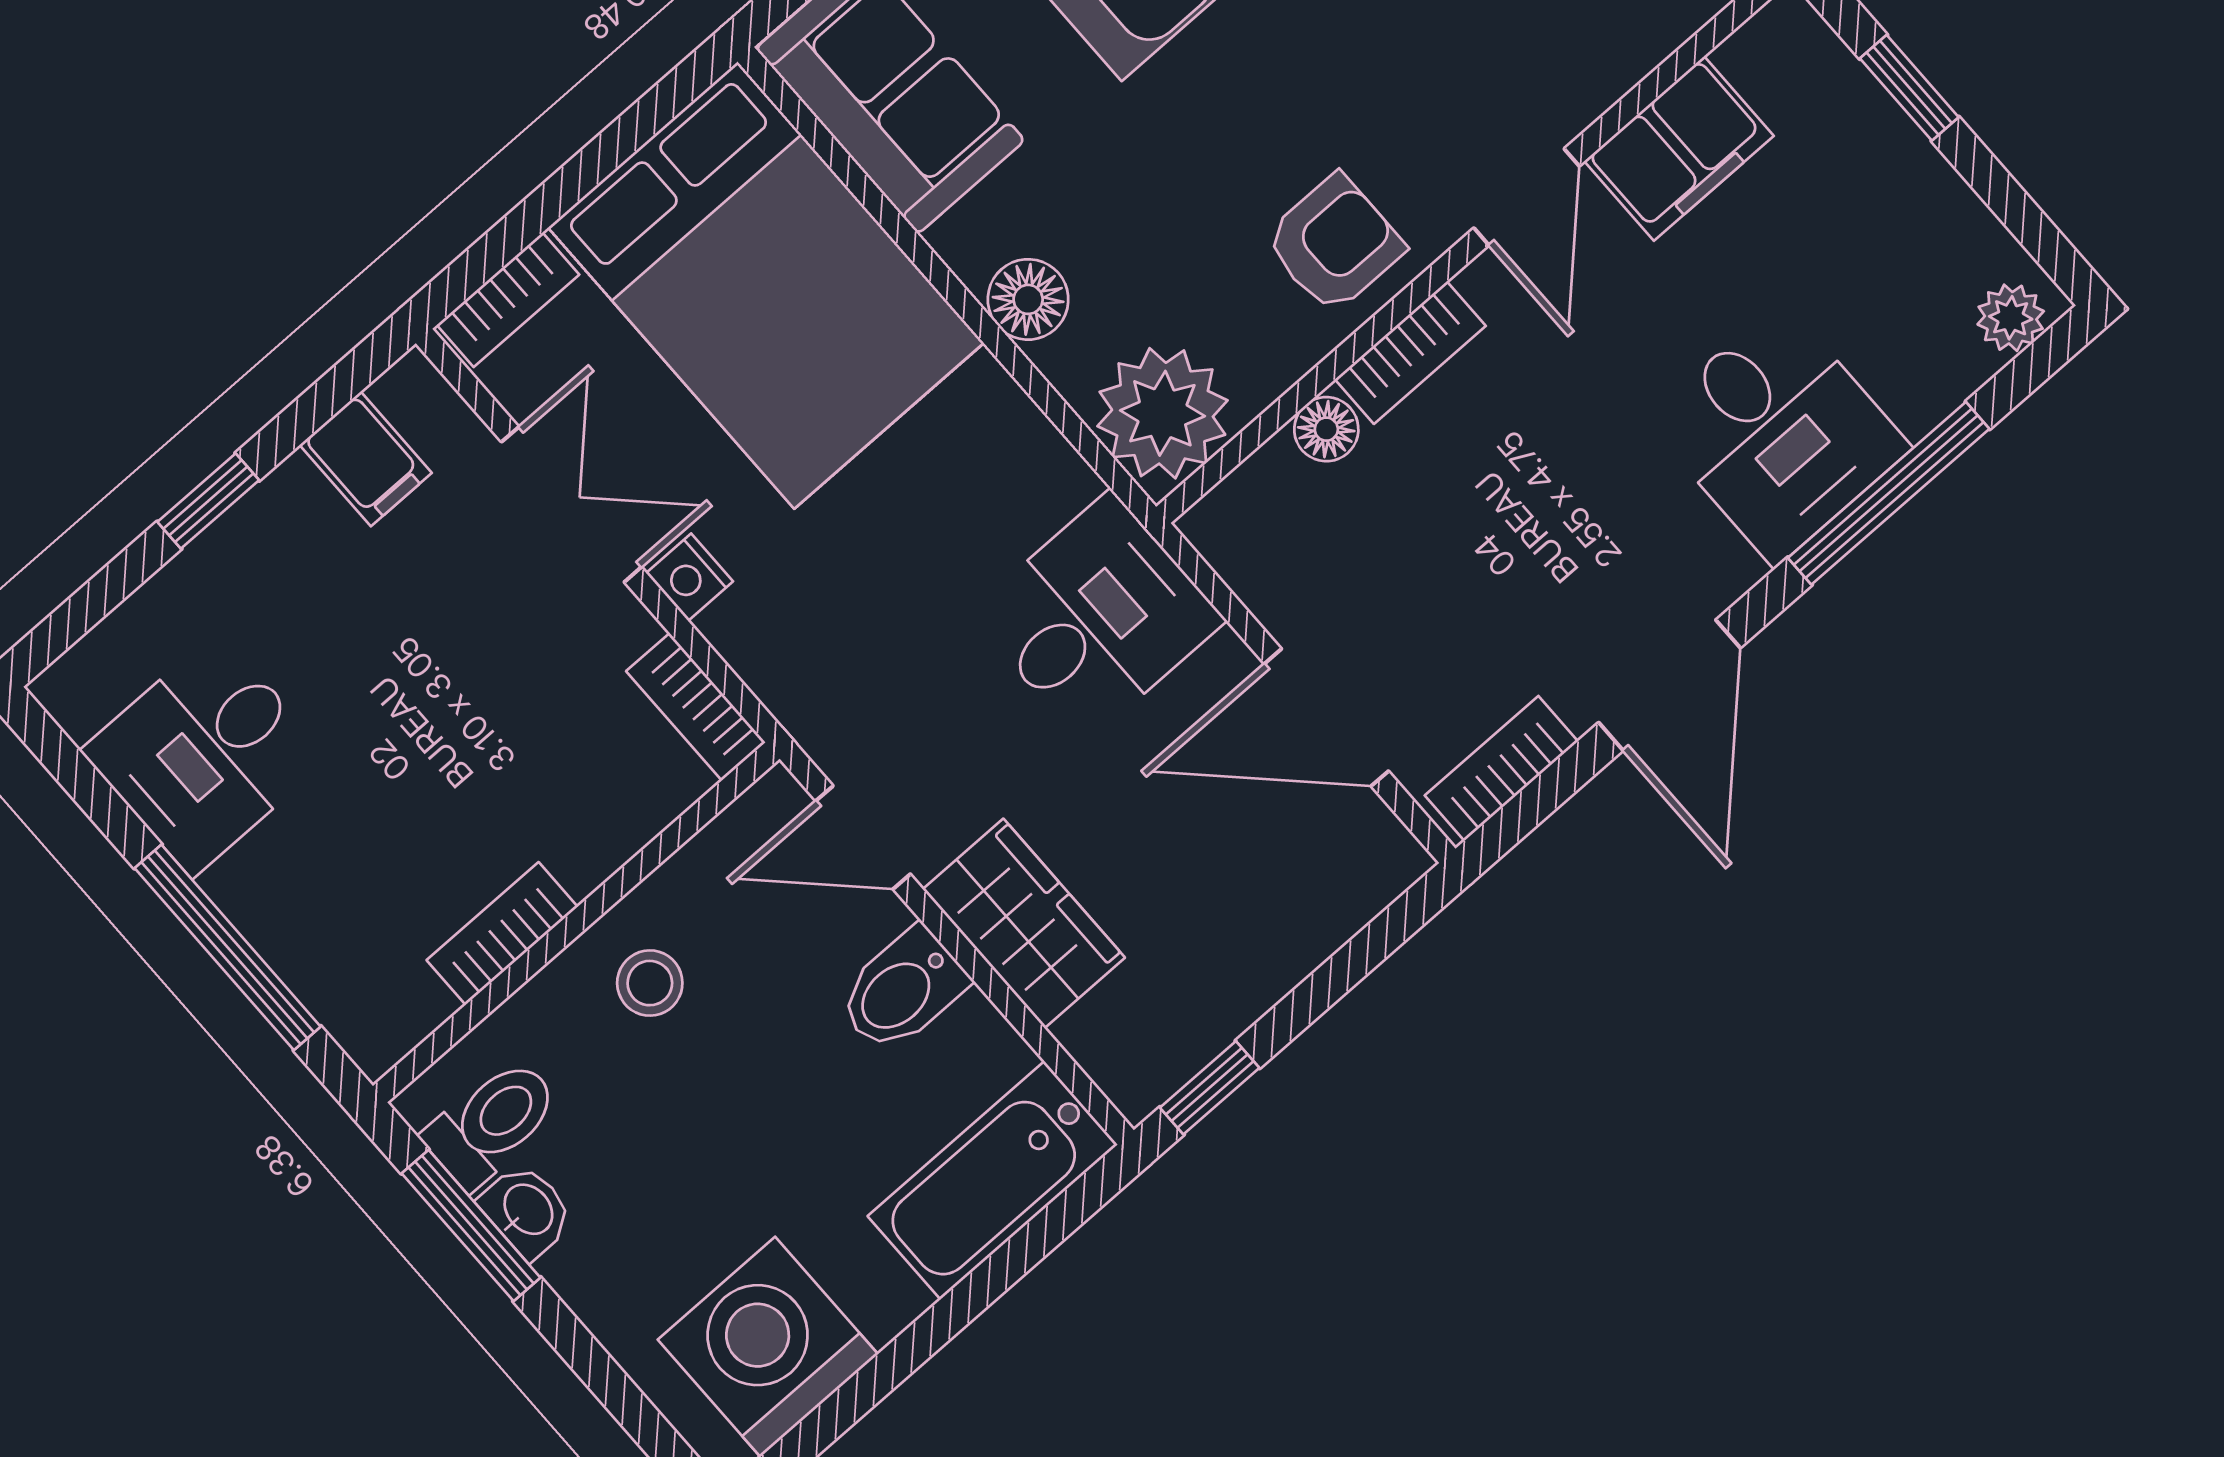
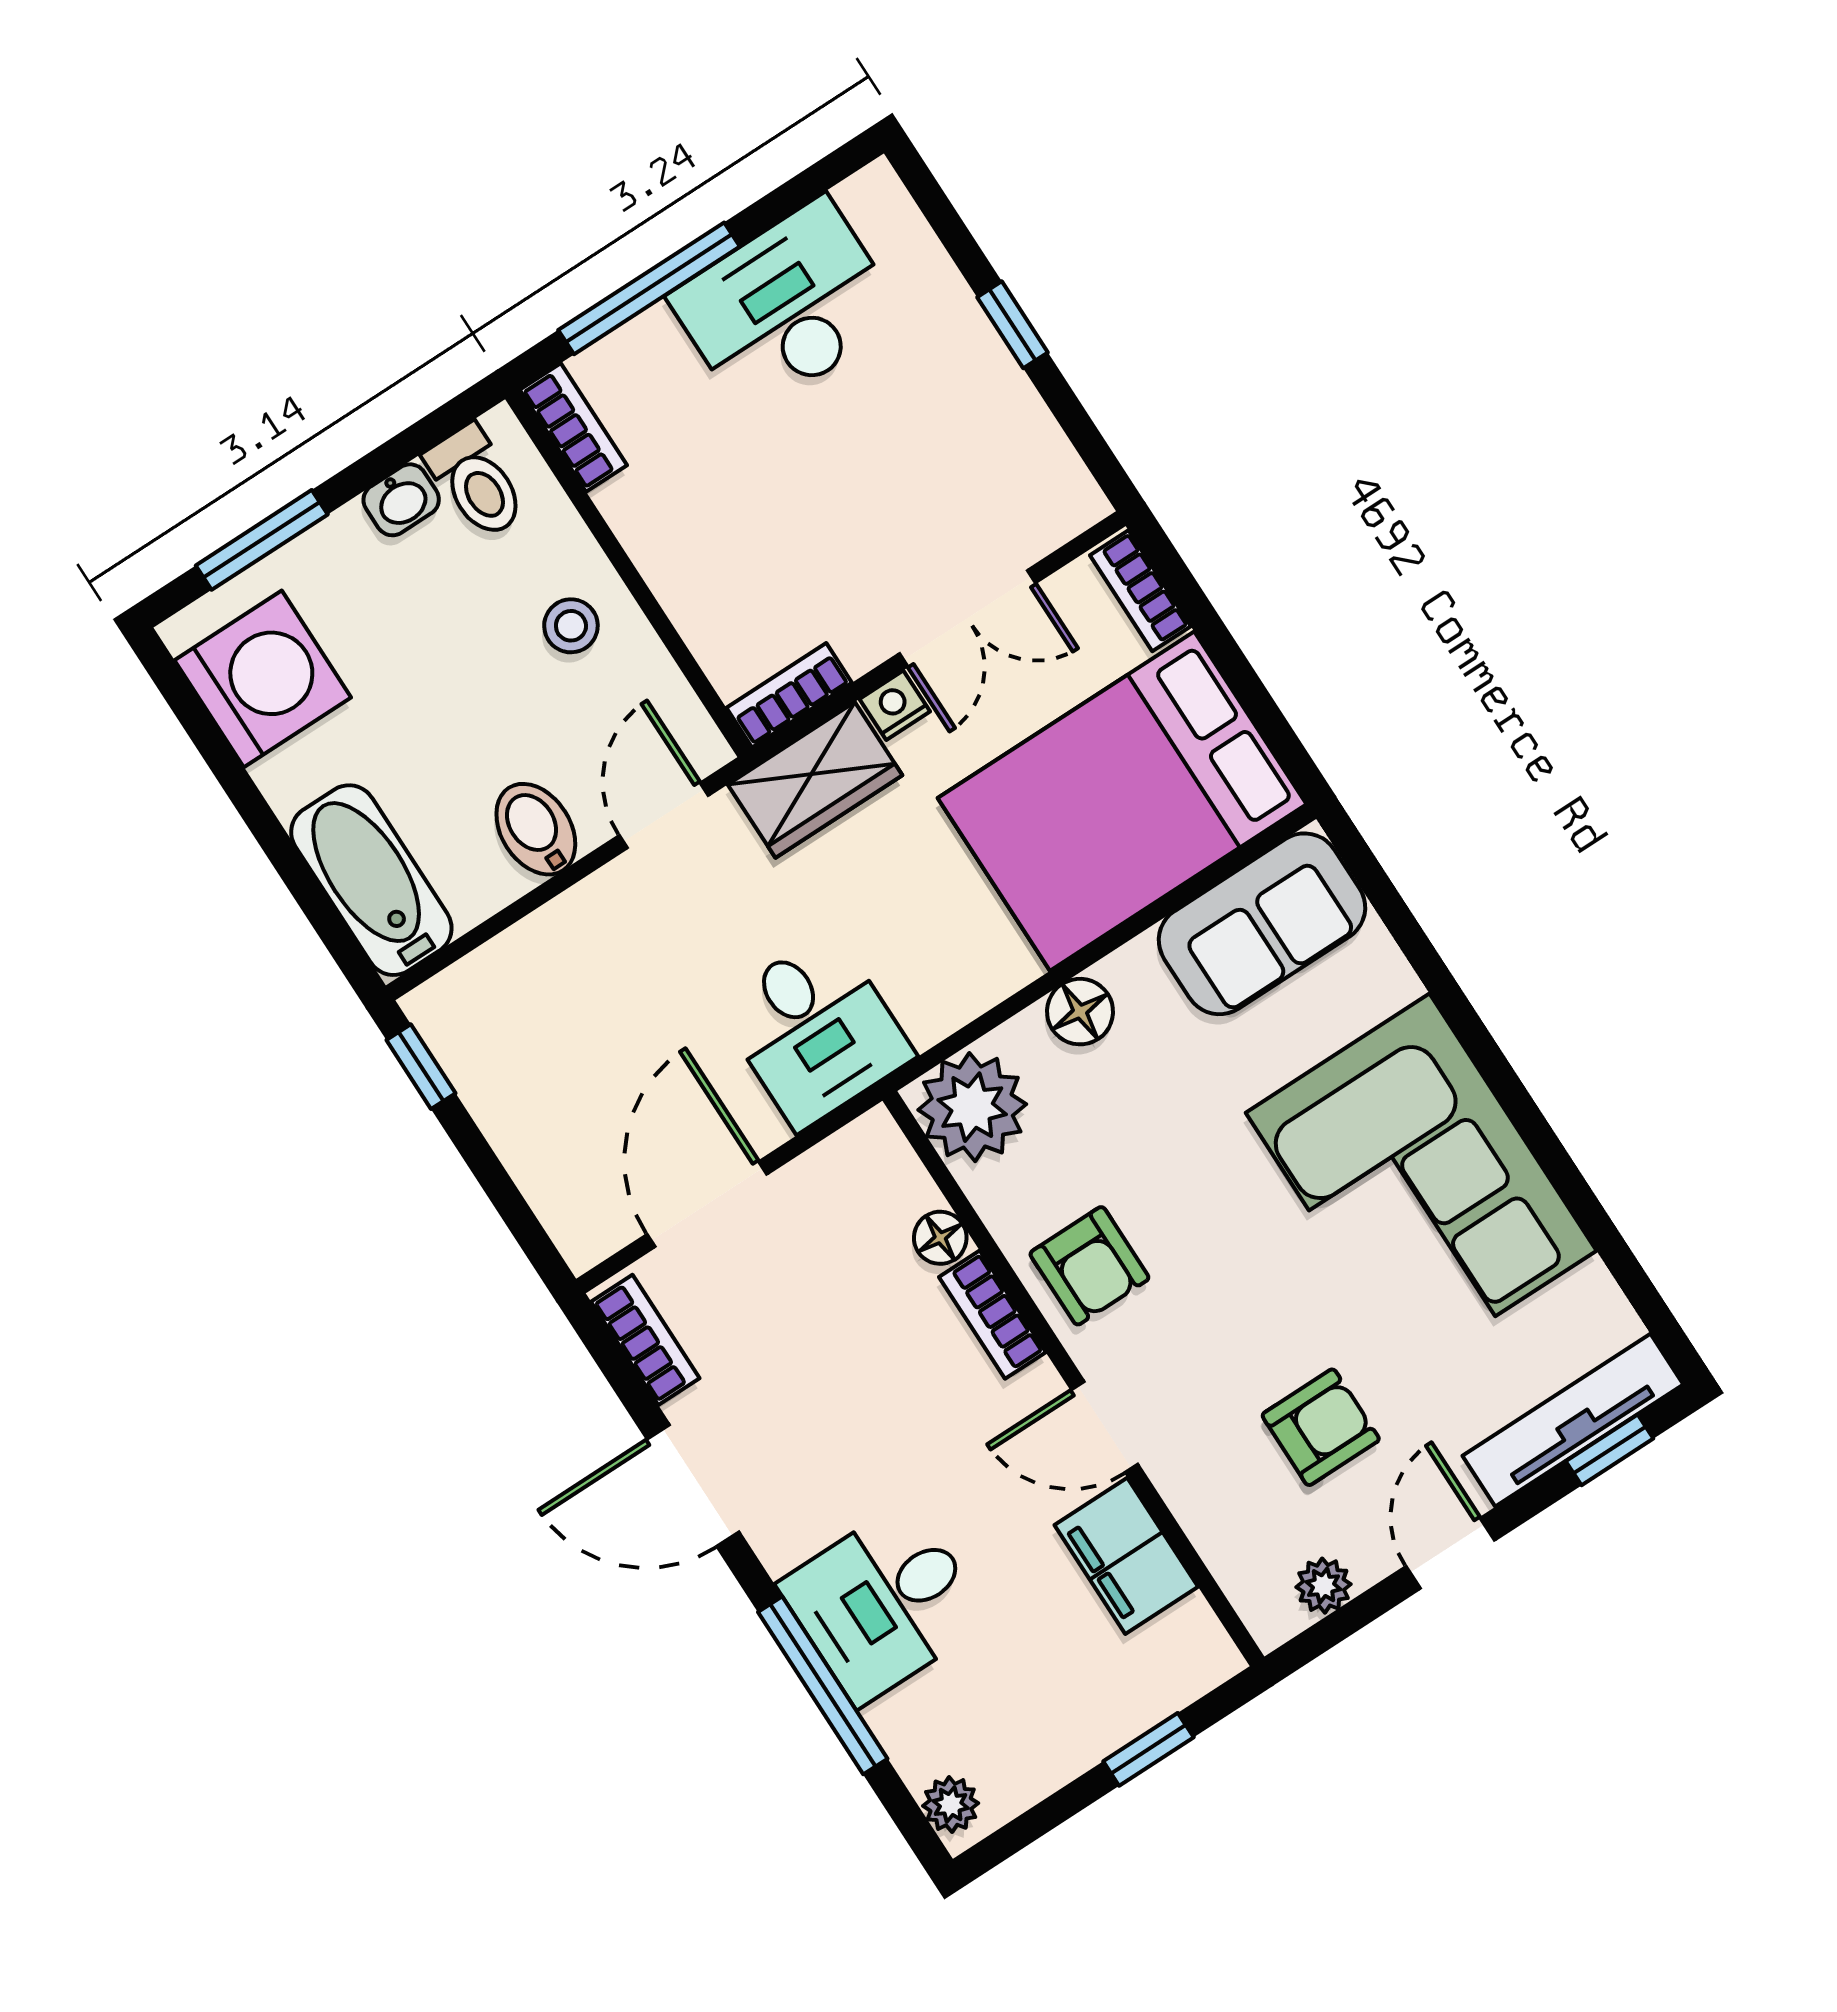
filing cabinet: (366, 459) -> (1028, 457), removed
desk: (205, 754) -> (786, 307), width x1.37
wardrobe: (1024, 923) -> (815, 780), moved
bookcase: (502, 933) -> (573, 428), moved
window: (471, 1225) -> (262, 540), moved

